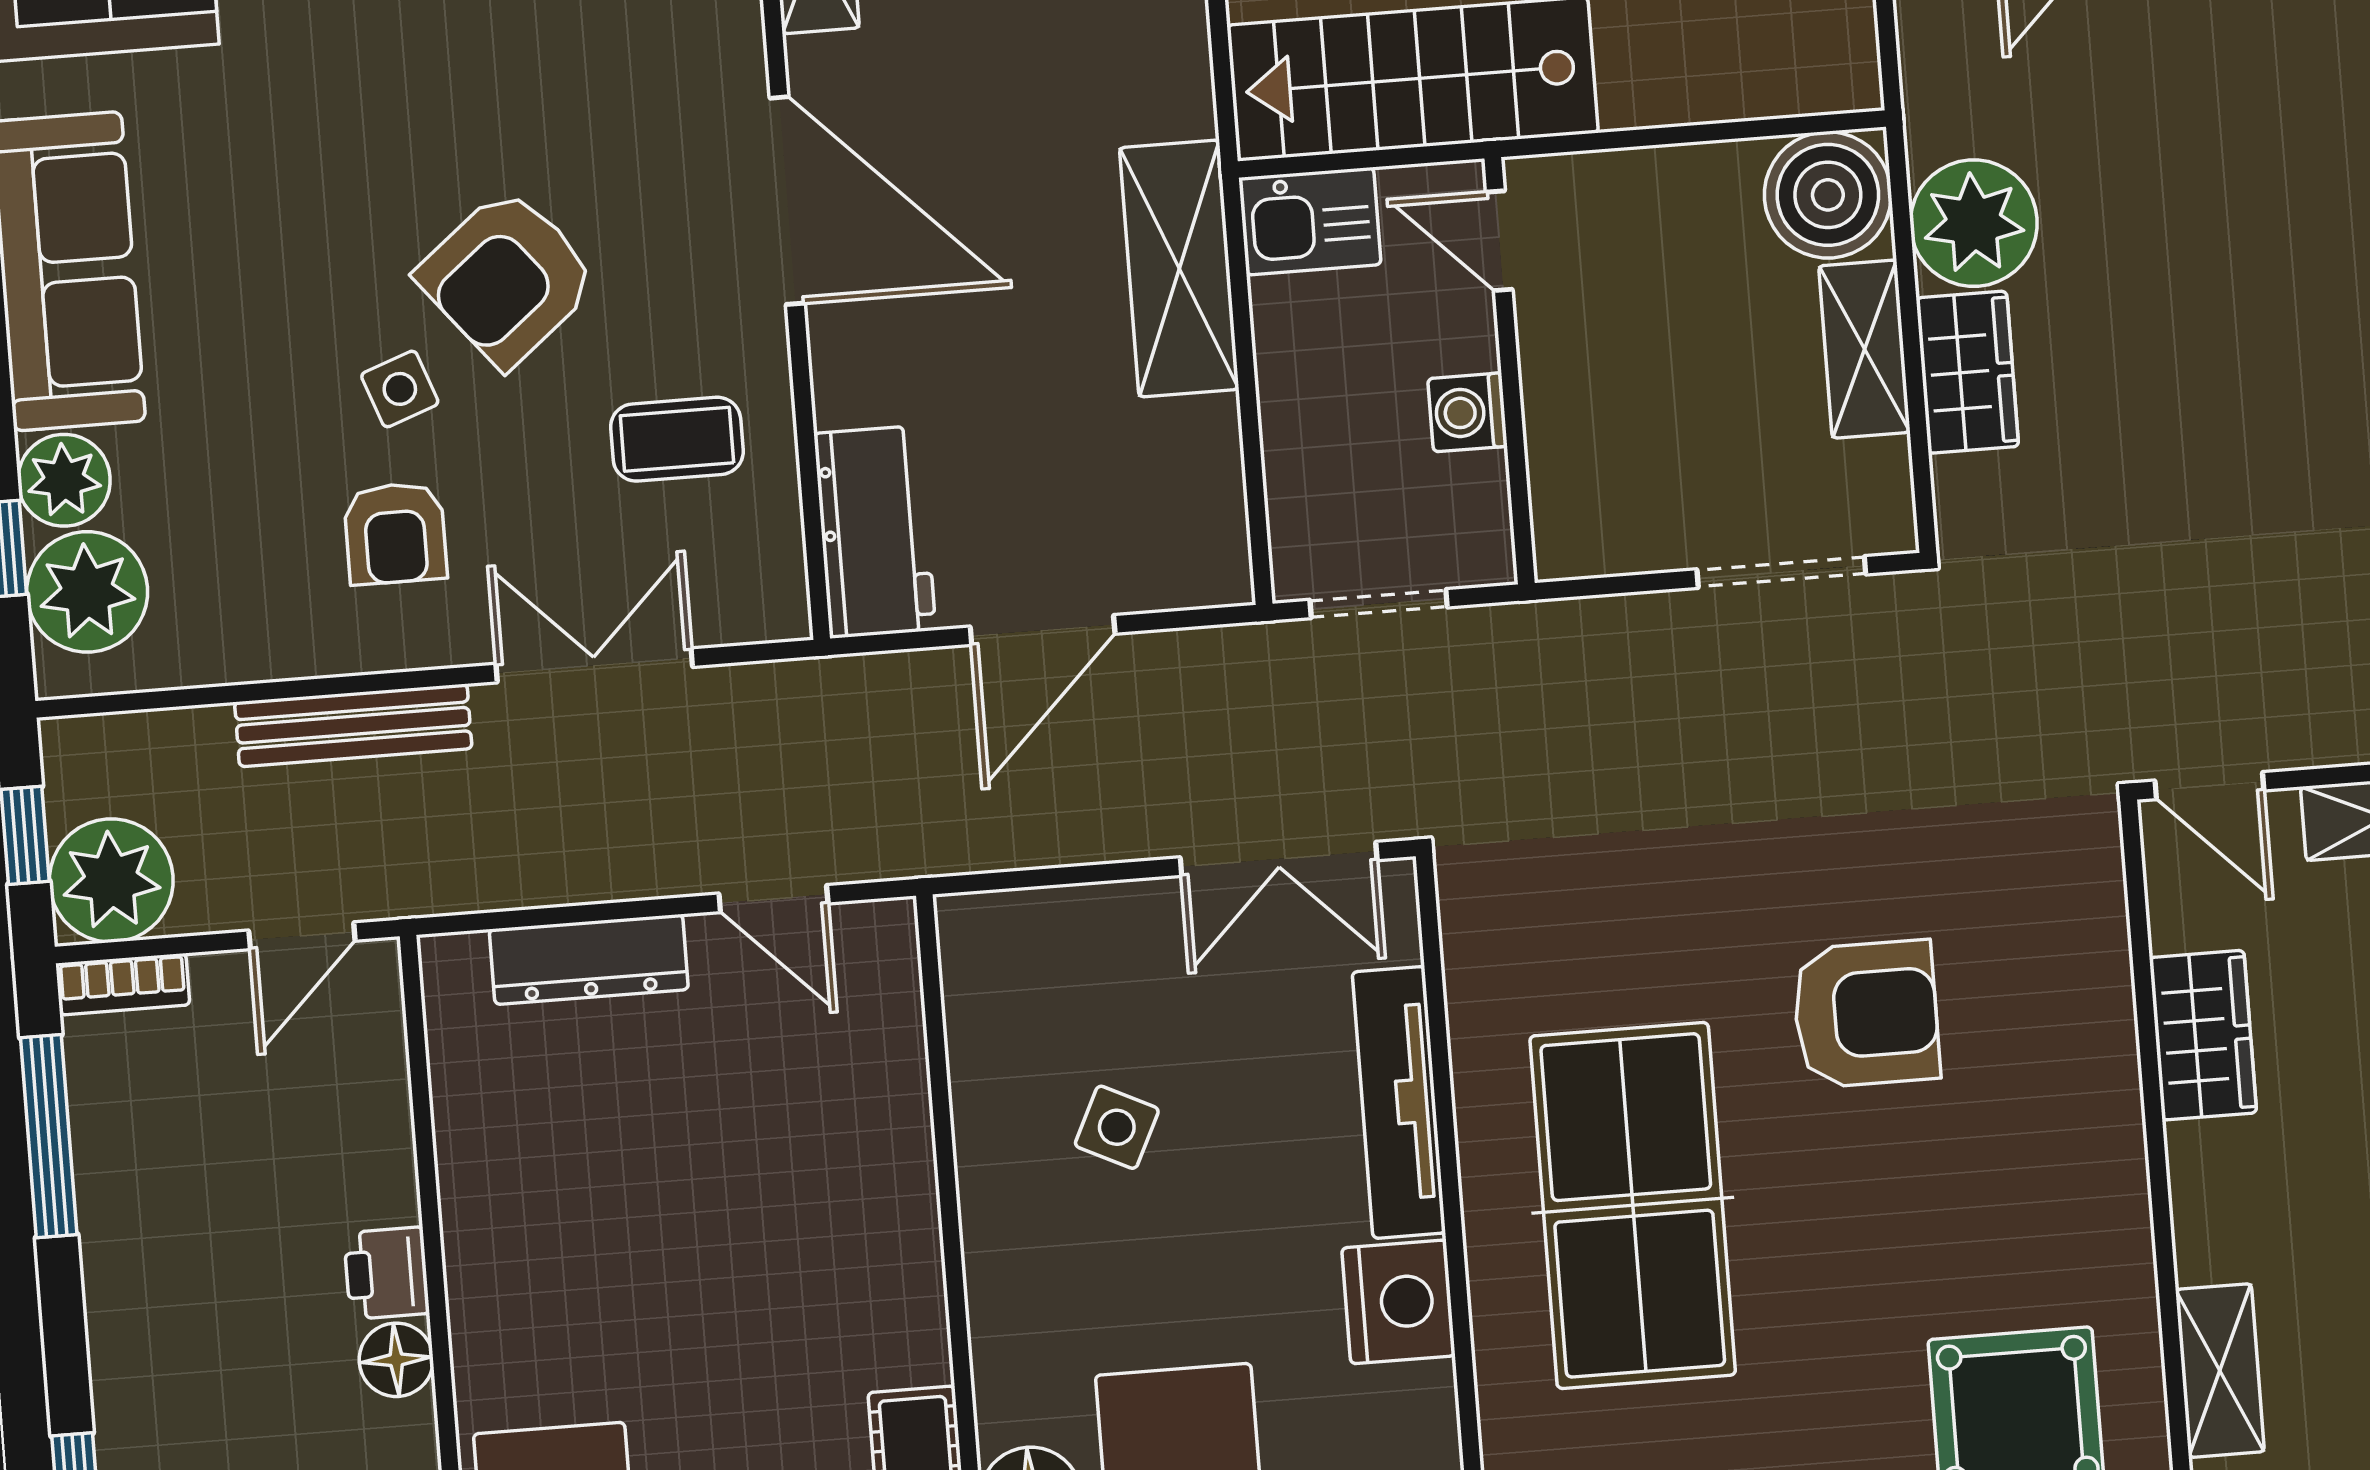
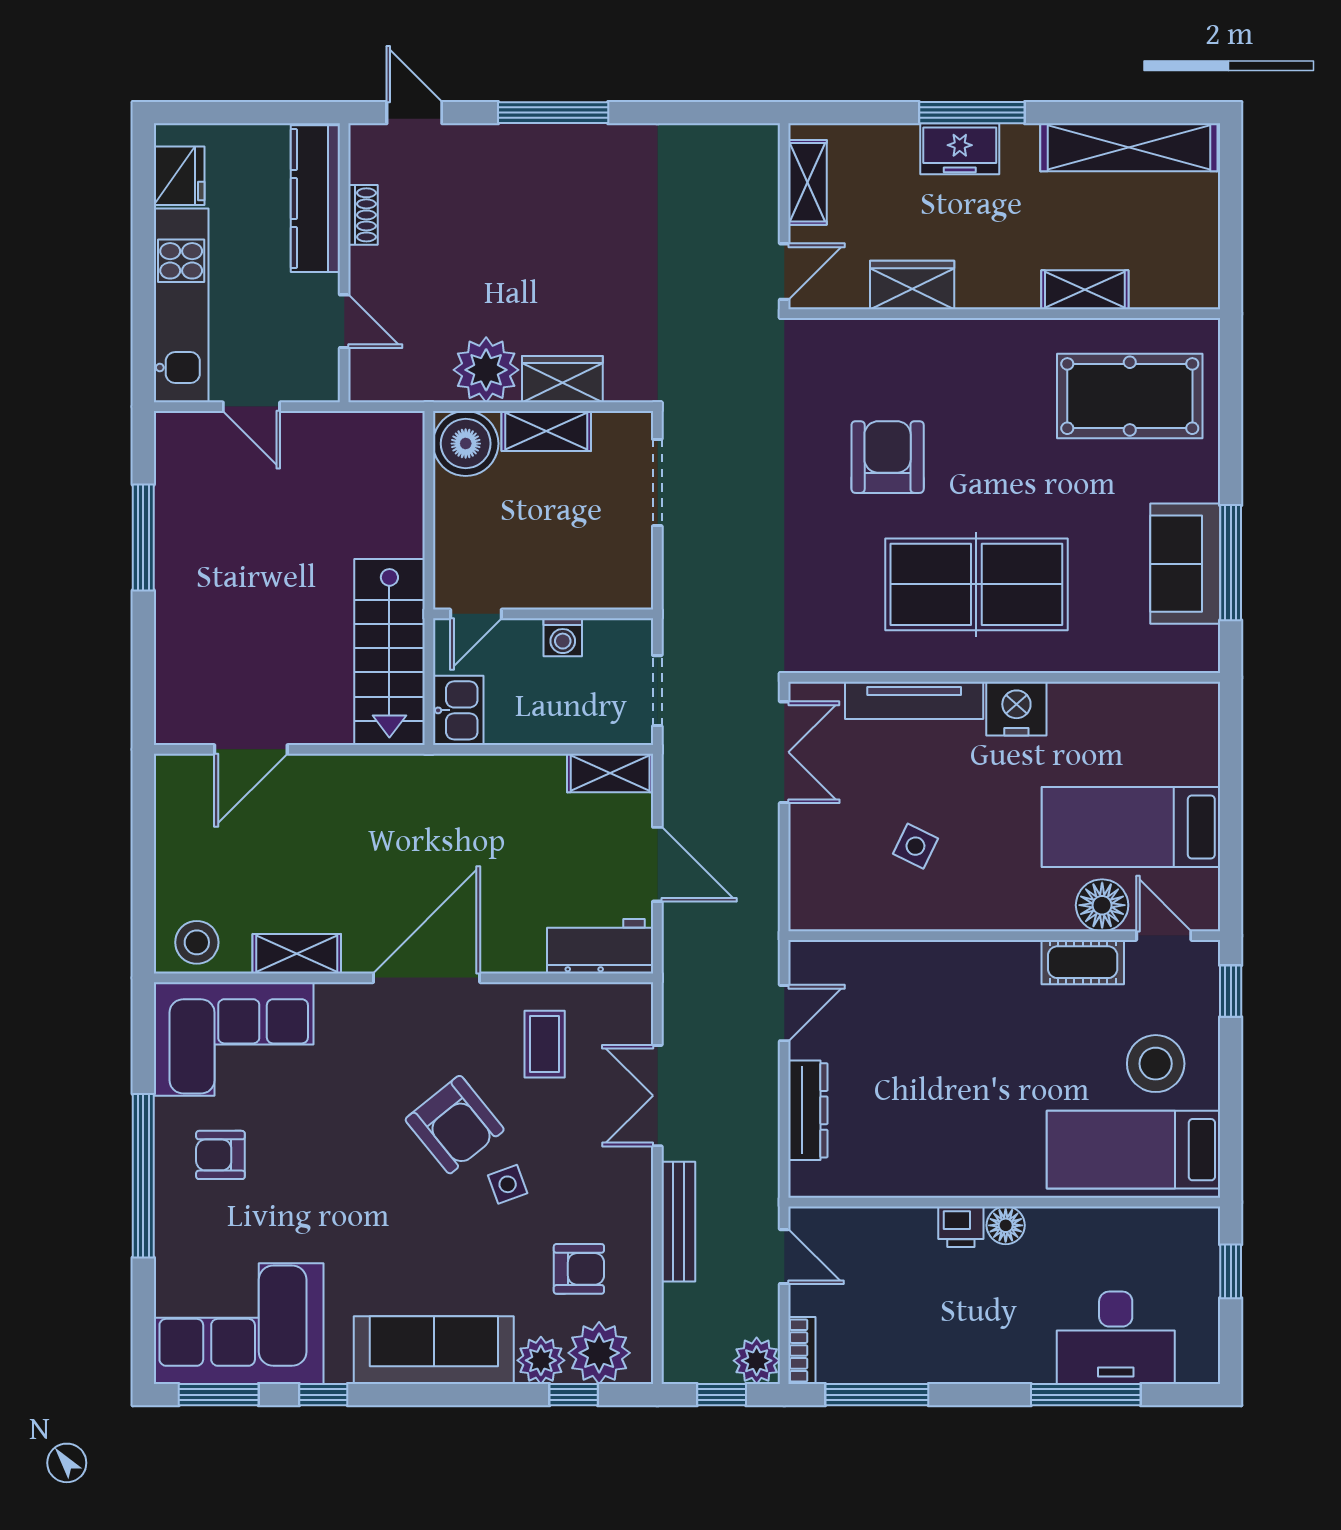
shelving: (1179, 268) -> (610, 773), moved, width x0.67, depth x0.75
armchair: (395, 533) -> (579, 1269), moved
plant: (111, 880) -> (757, 1361), width x0.73, depth x0.73

